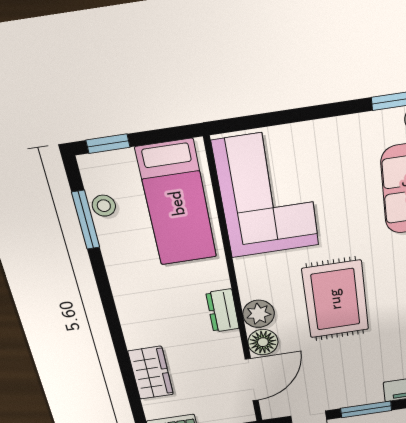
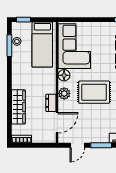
rug: (335, 299) -> (94, 92), turned 90
dresser: (223, 311) -> (51, 103), moved
floor lamp: (263, 342) -> (64, 75), moved
wardrobe: (151, 373) -> (18, 107), width x1.50

